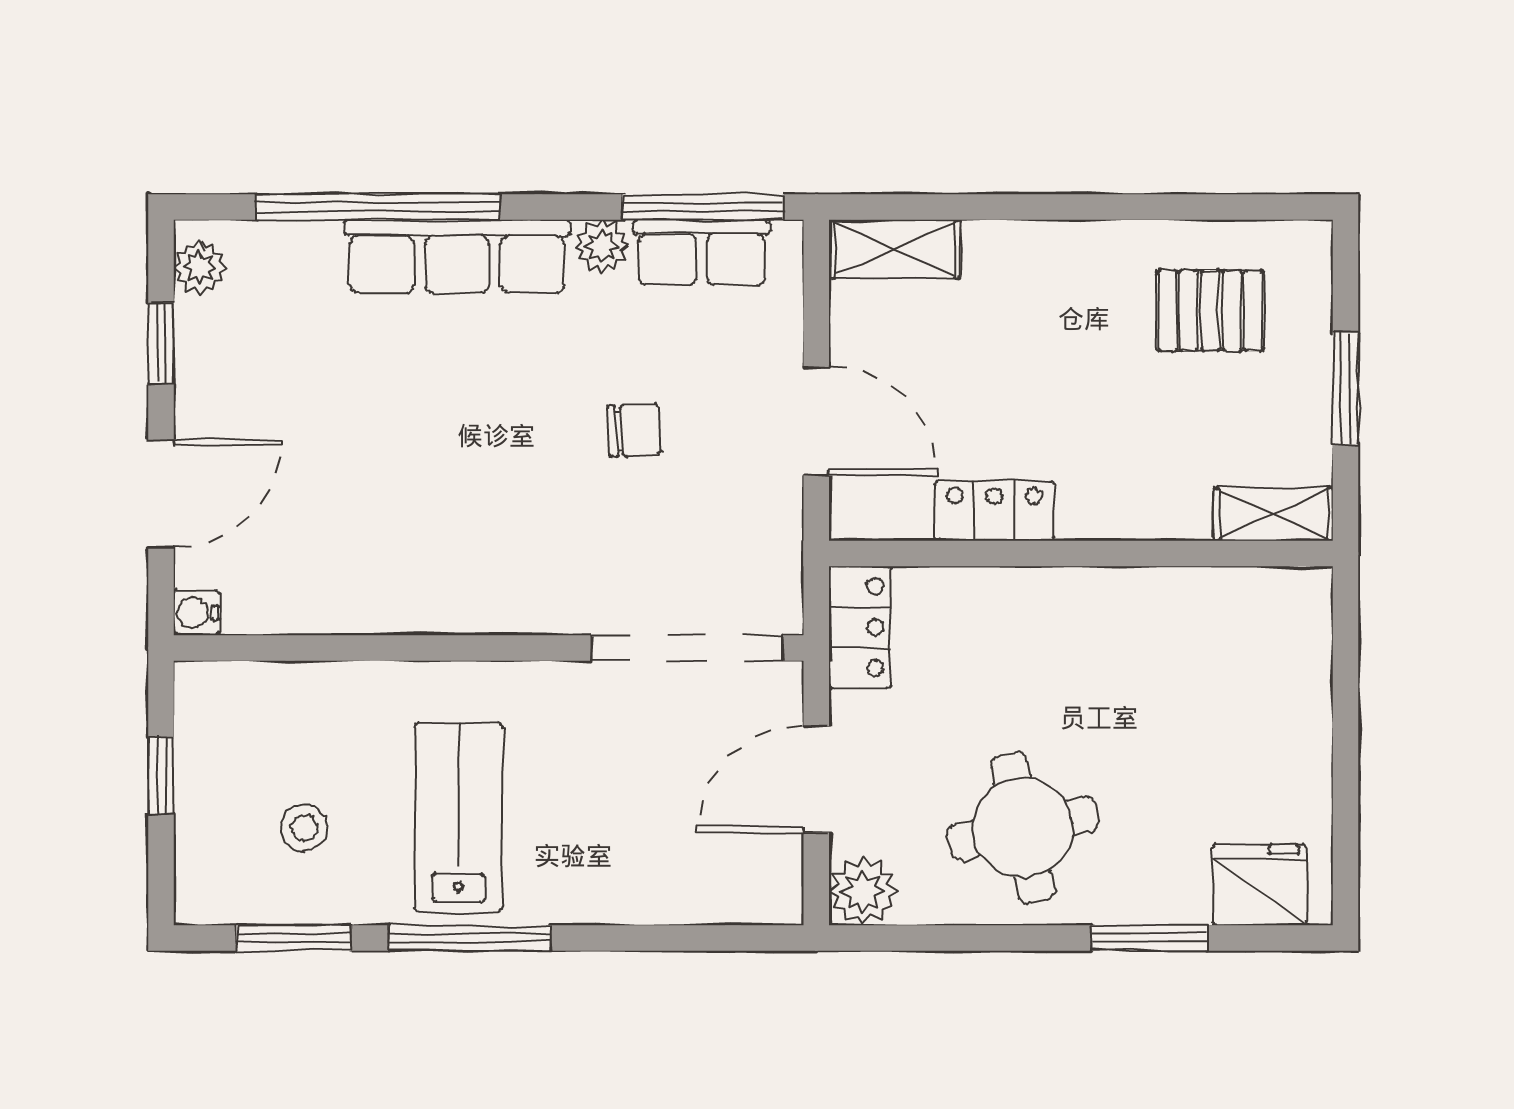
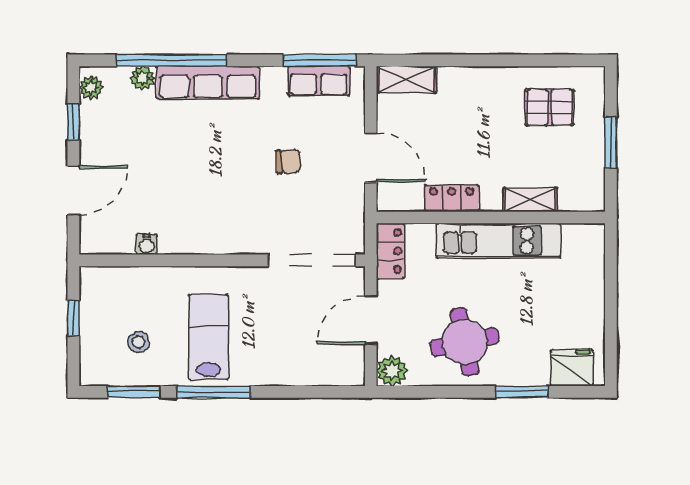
plant: (602, 246) -> (142, 78), moved
shelving: (1274, 514) -> (530, 200), moved
kitchen unit: (1098, 605) -> (498, 241), added
water cooler: (196, 613) -> (146, 244), moved, turned -90

